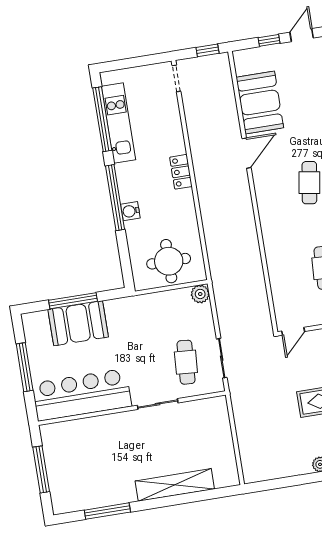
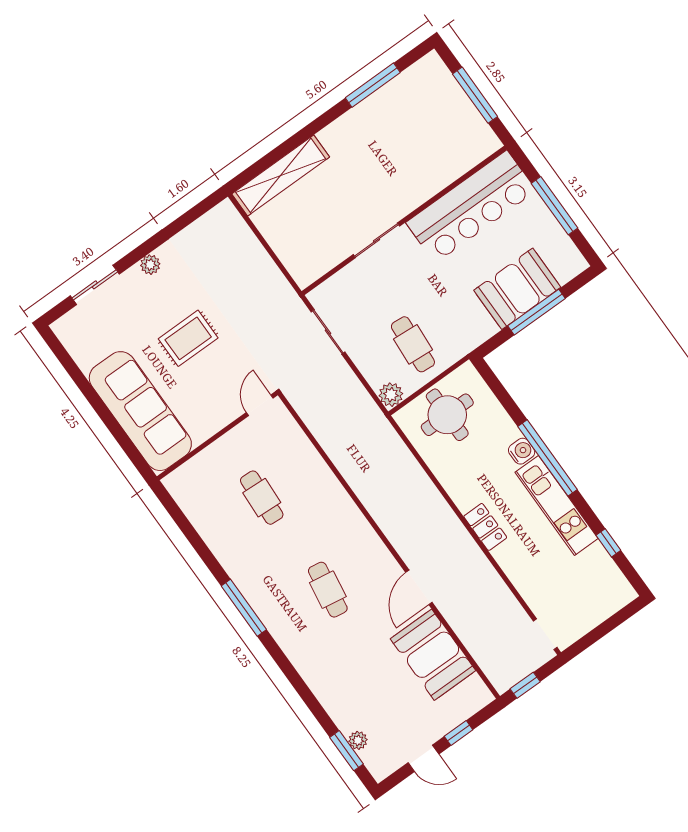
door: (302, 35) -> (423, 758), hinge flipped
window: (102, 119) -> (608, 543), width x0.32
kitchen unit: (119, 123) -> (557, 505), moved
cafe table: (186, 362) -> (413, 344), moved
shelving: (175, 485) -> (281, 175), moved

